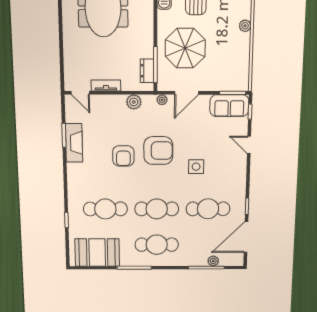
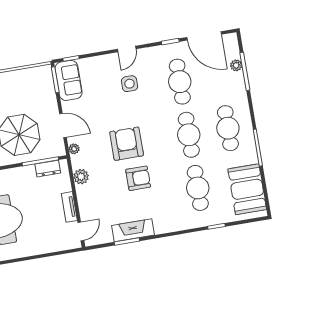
door: (249, 145) -> (127, 49), moved
side table: (196, 167) -> (129, 84), moved

